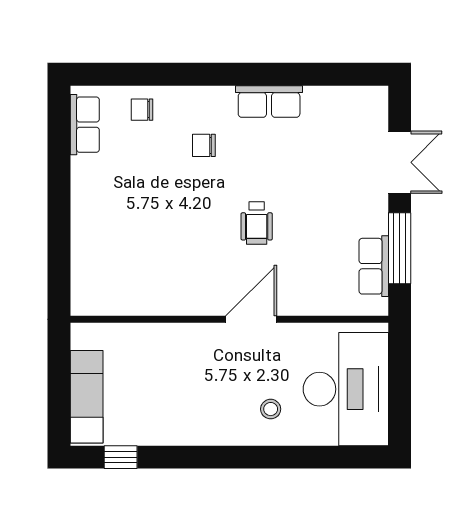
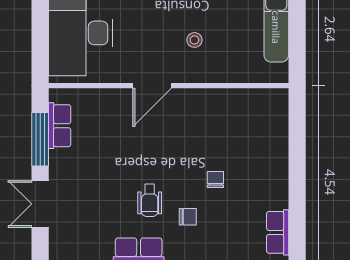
chair: (142, 110) -> (215, 179), moved, turned -90
wheelchair: (257, 223) -> (150, 200), moved, turned 180
stool: (271, 409) -> (194, 40), moved

